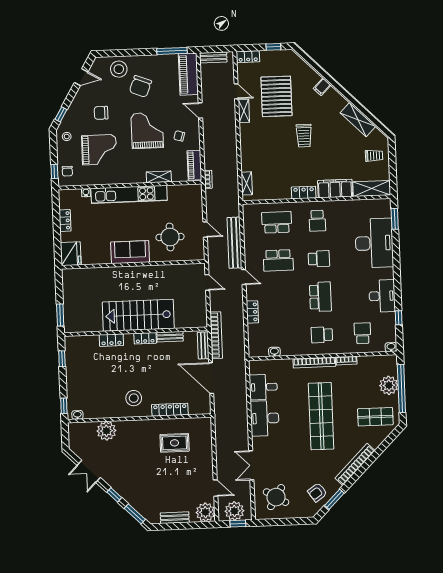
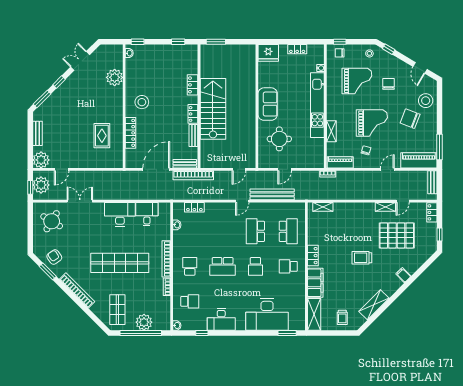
grand piano: (99, 150) -> (357, 81), turned -90
locker: (252, 312) -> (194, 207), moved

